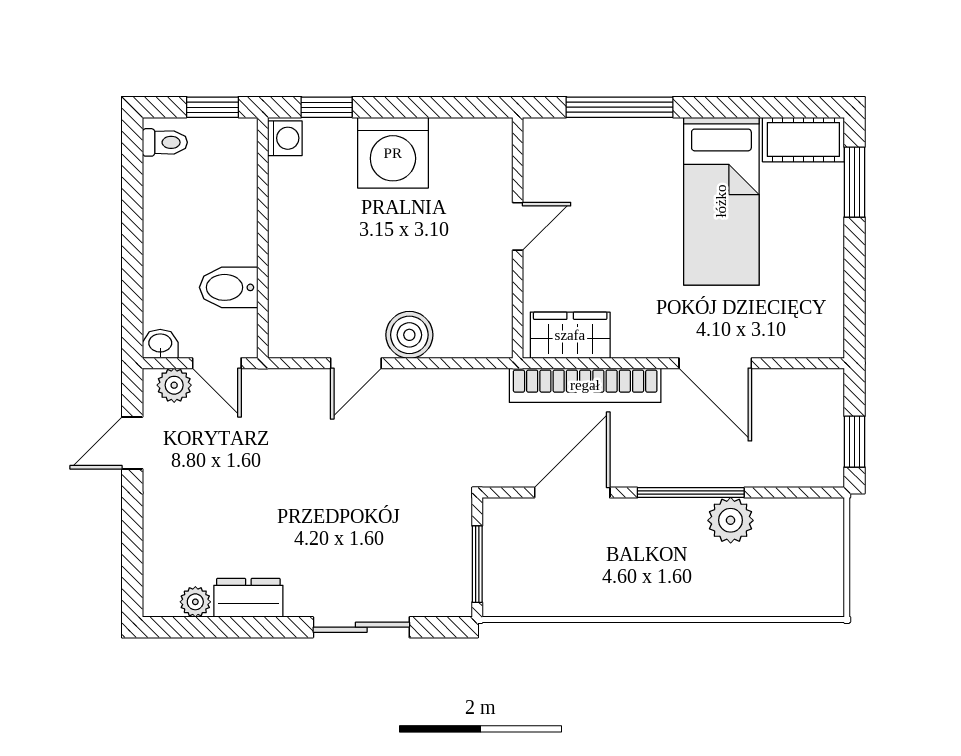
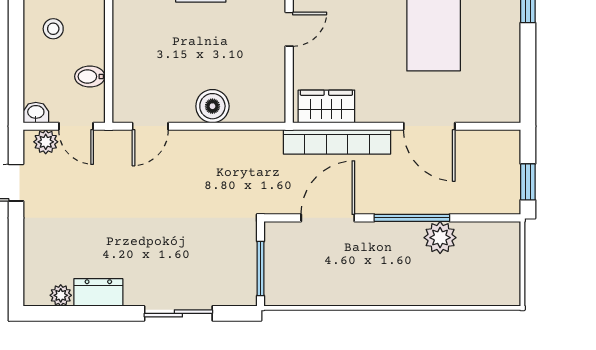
stool: (185, 226) -> (53, 29), added
bidet: (229, 287) -> (90, 76), width x0.72, depth x0.74
door: (356, 363) -> (150, 126), moved

